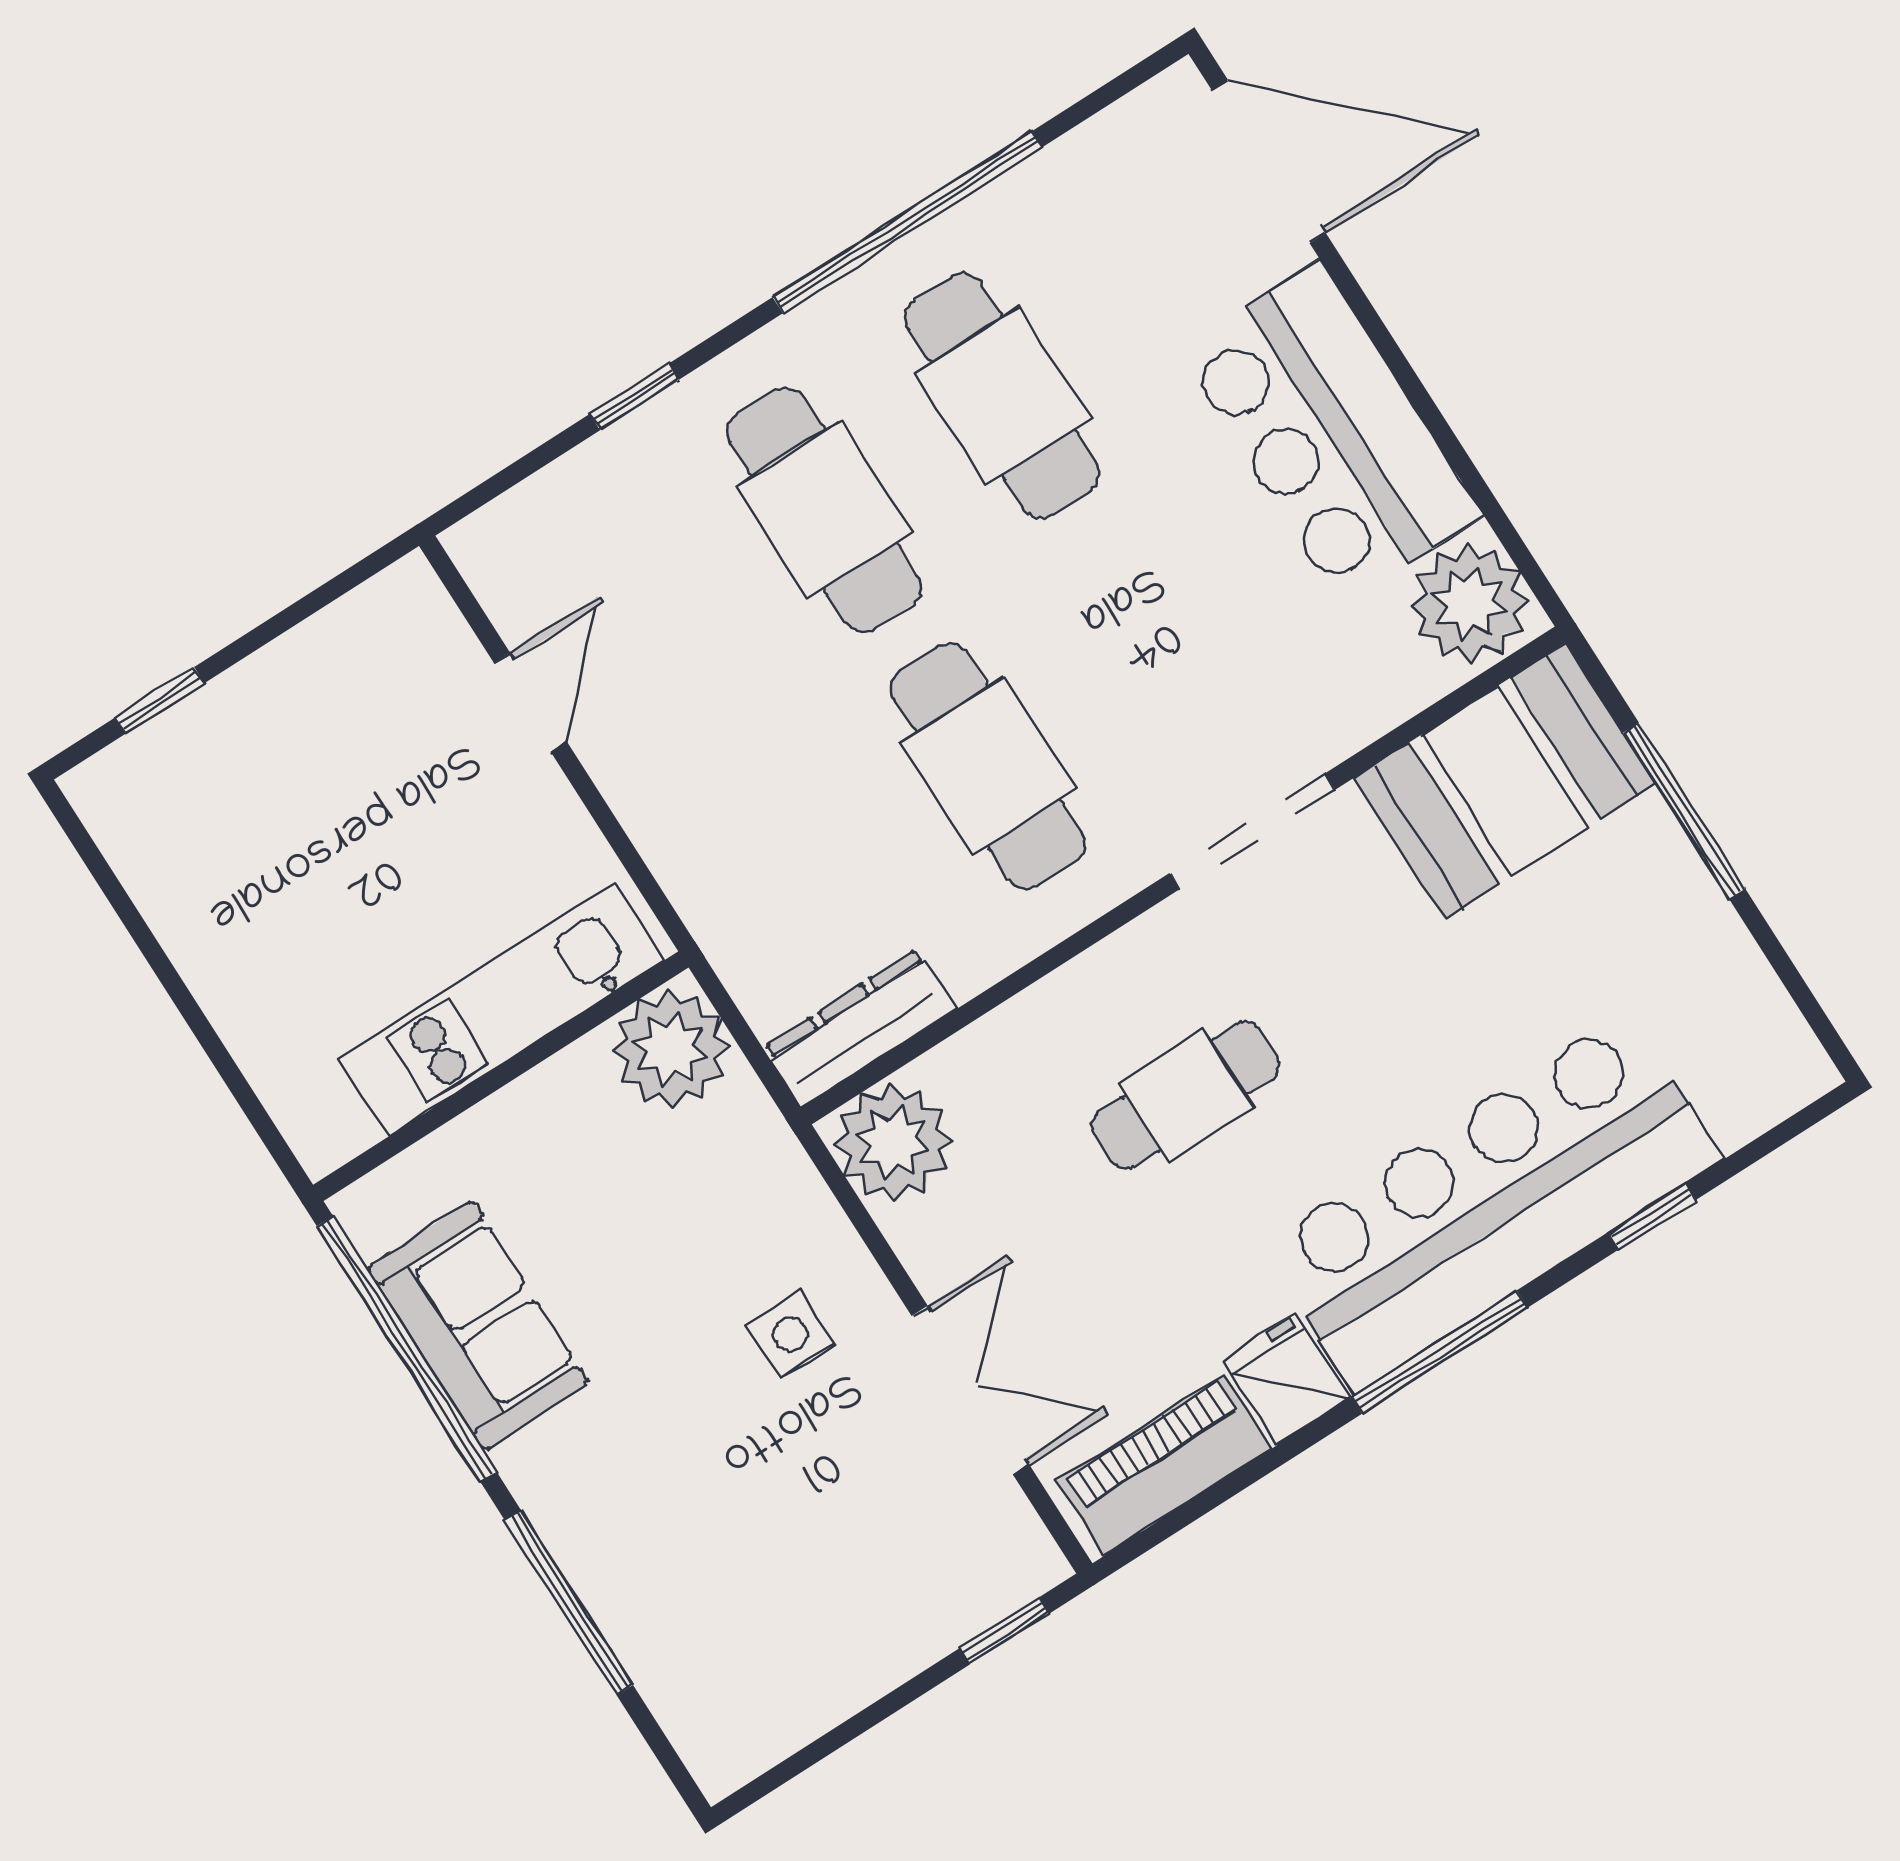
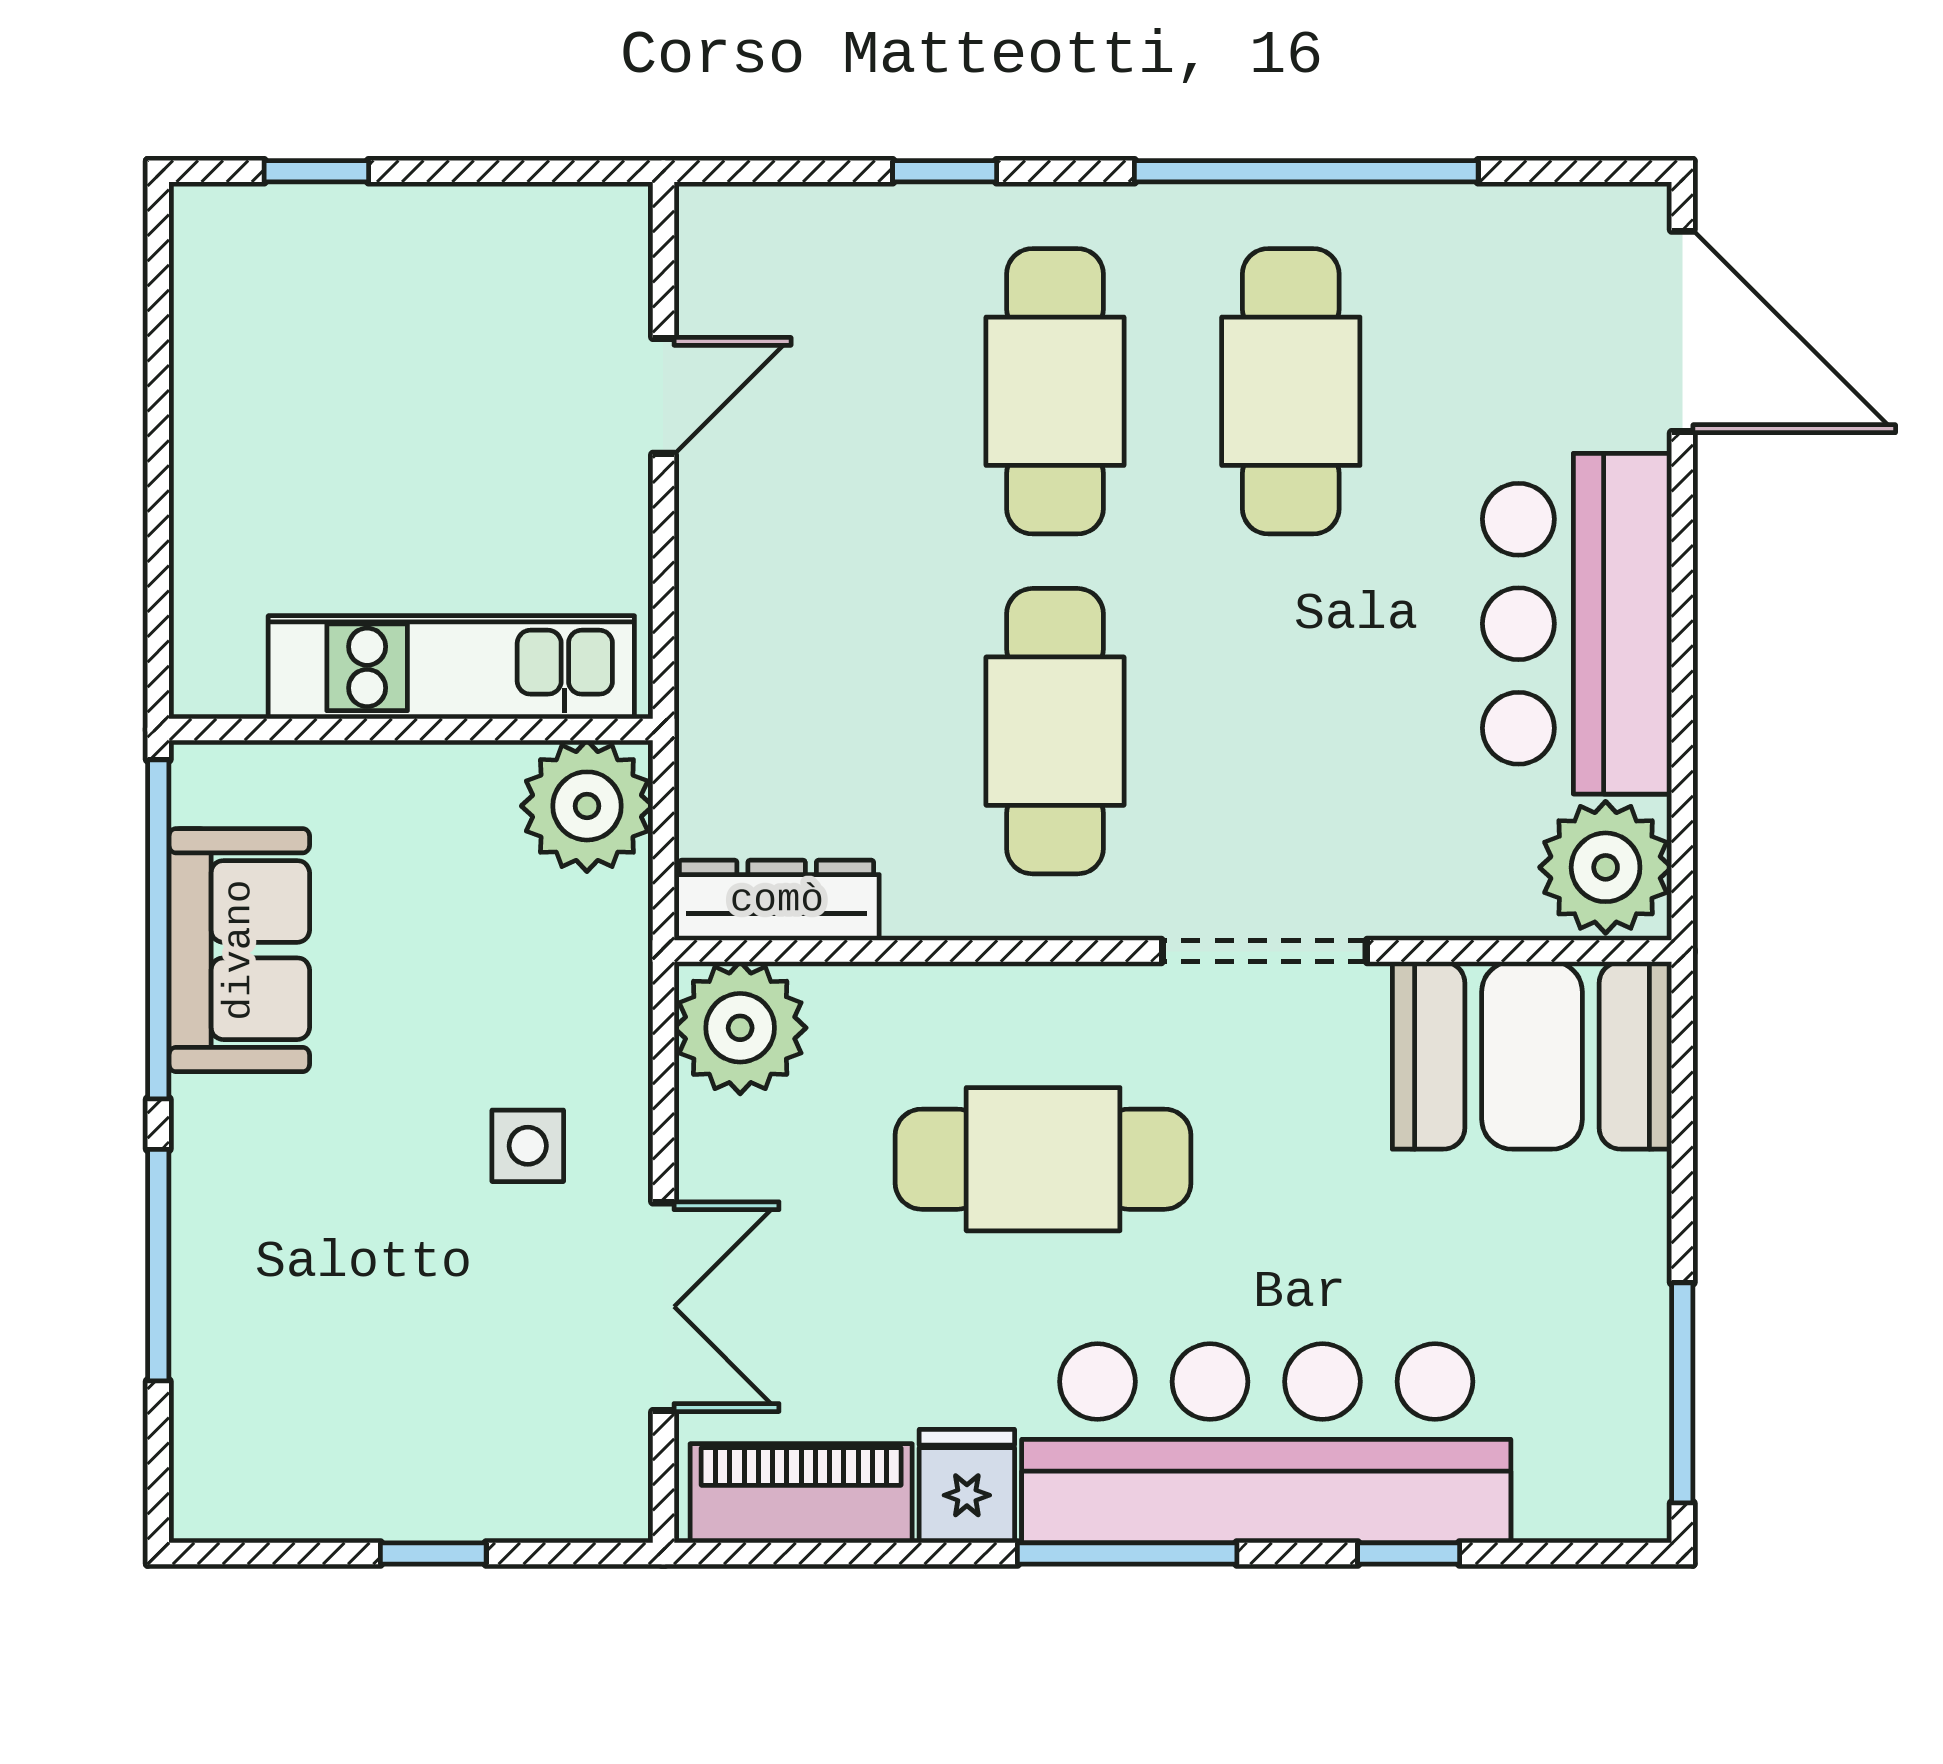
window: (1684, 811) -> (1682, 1393), moved
cafe table: (1186, 1095) -> (1043, 1159), width x1.37, depth x1.35
window: (1005, 1631) -> (433, 1554), moved

